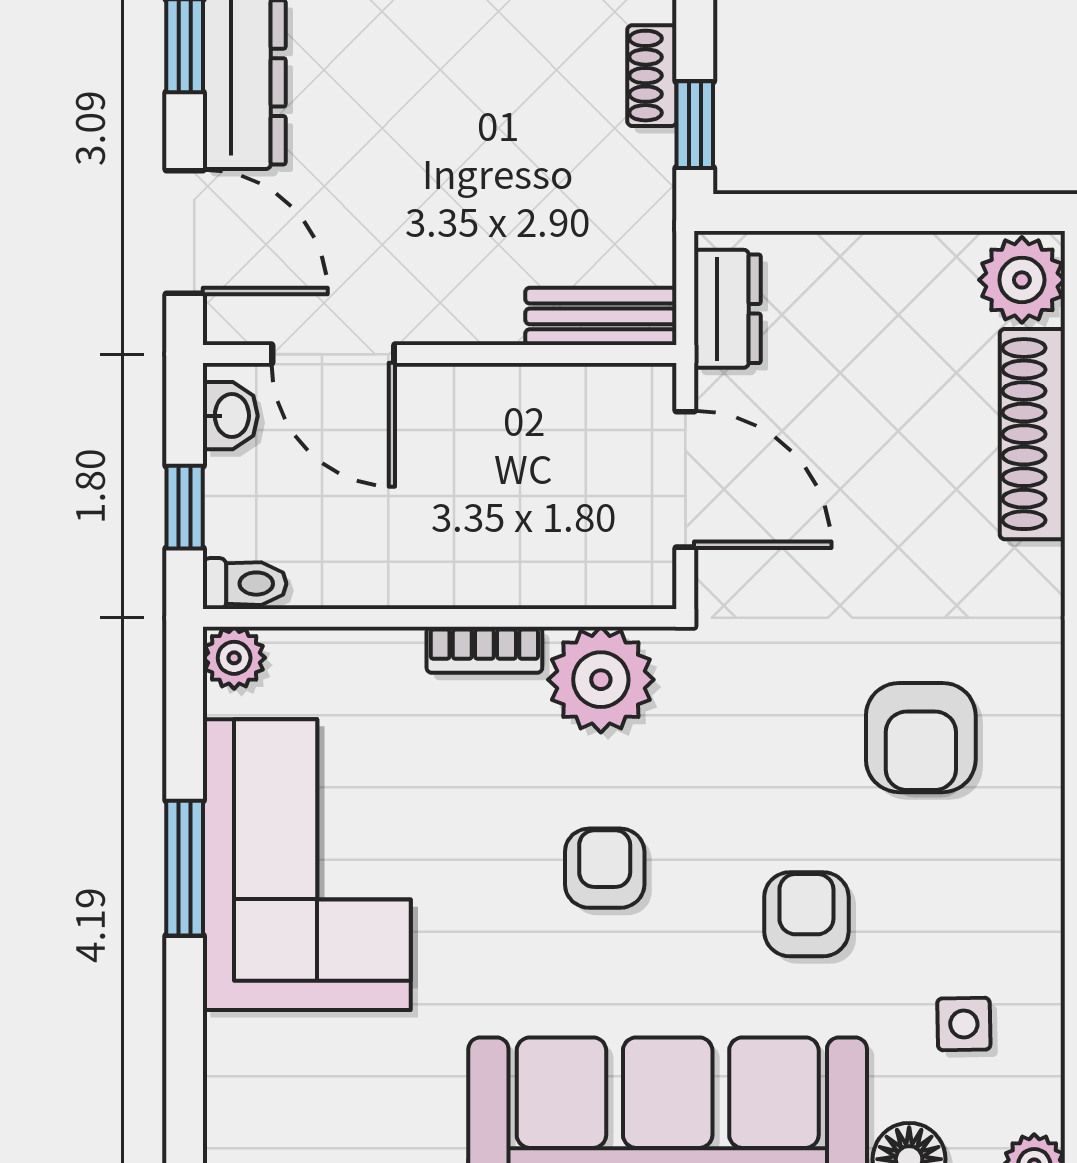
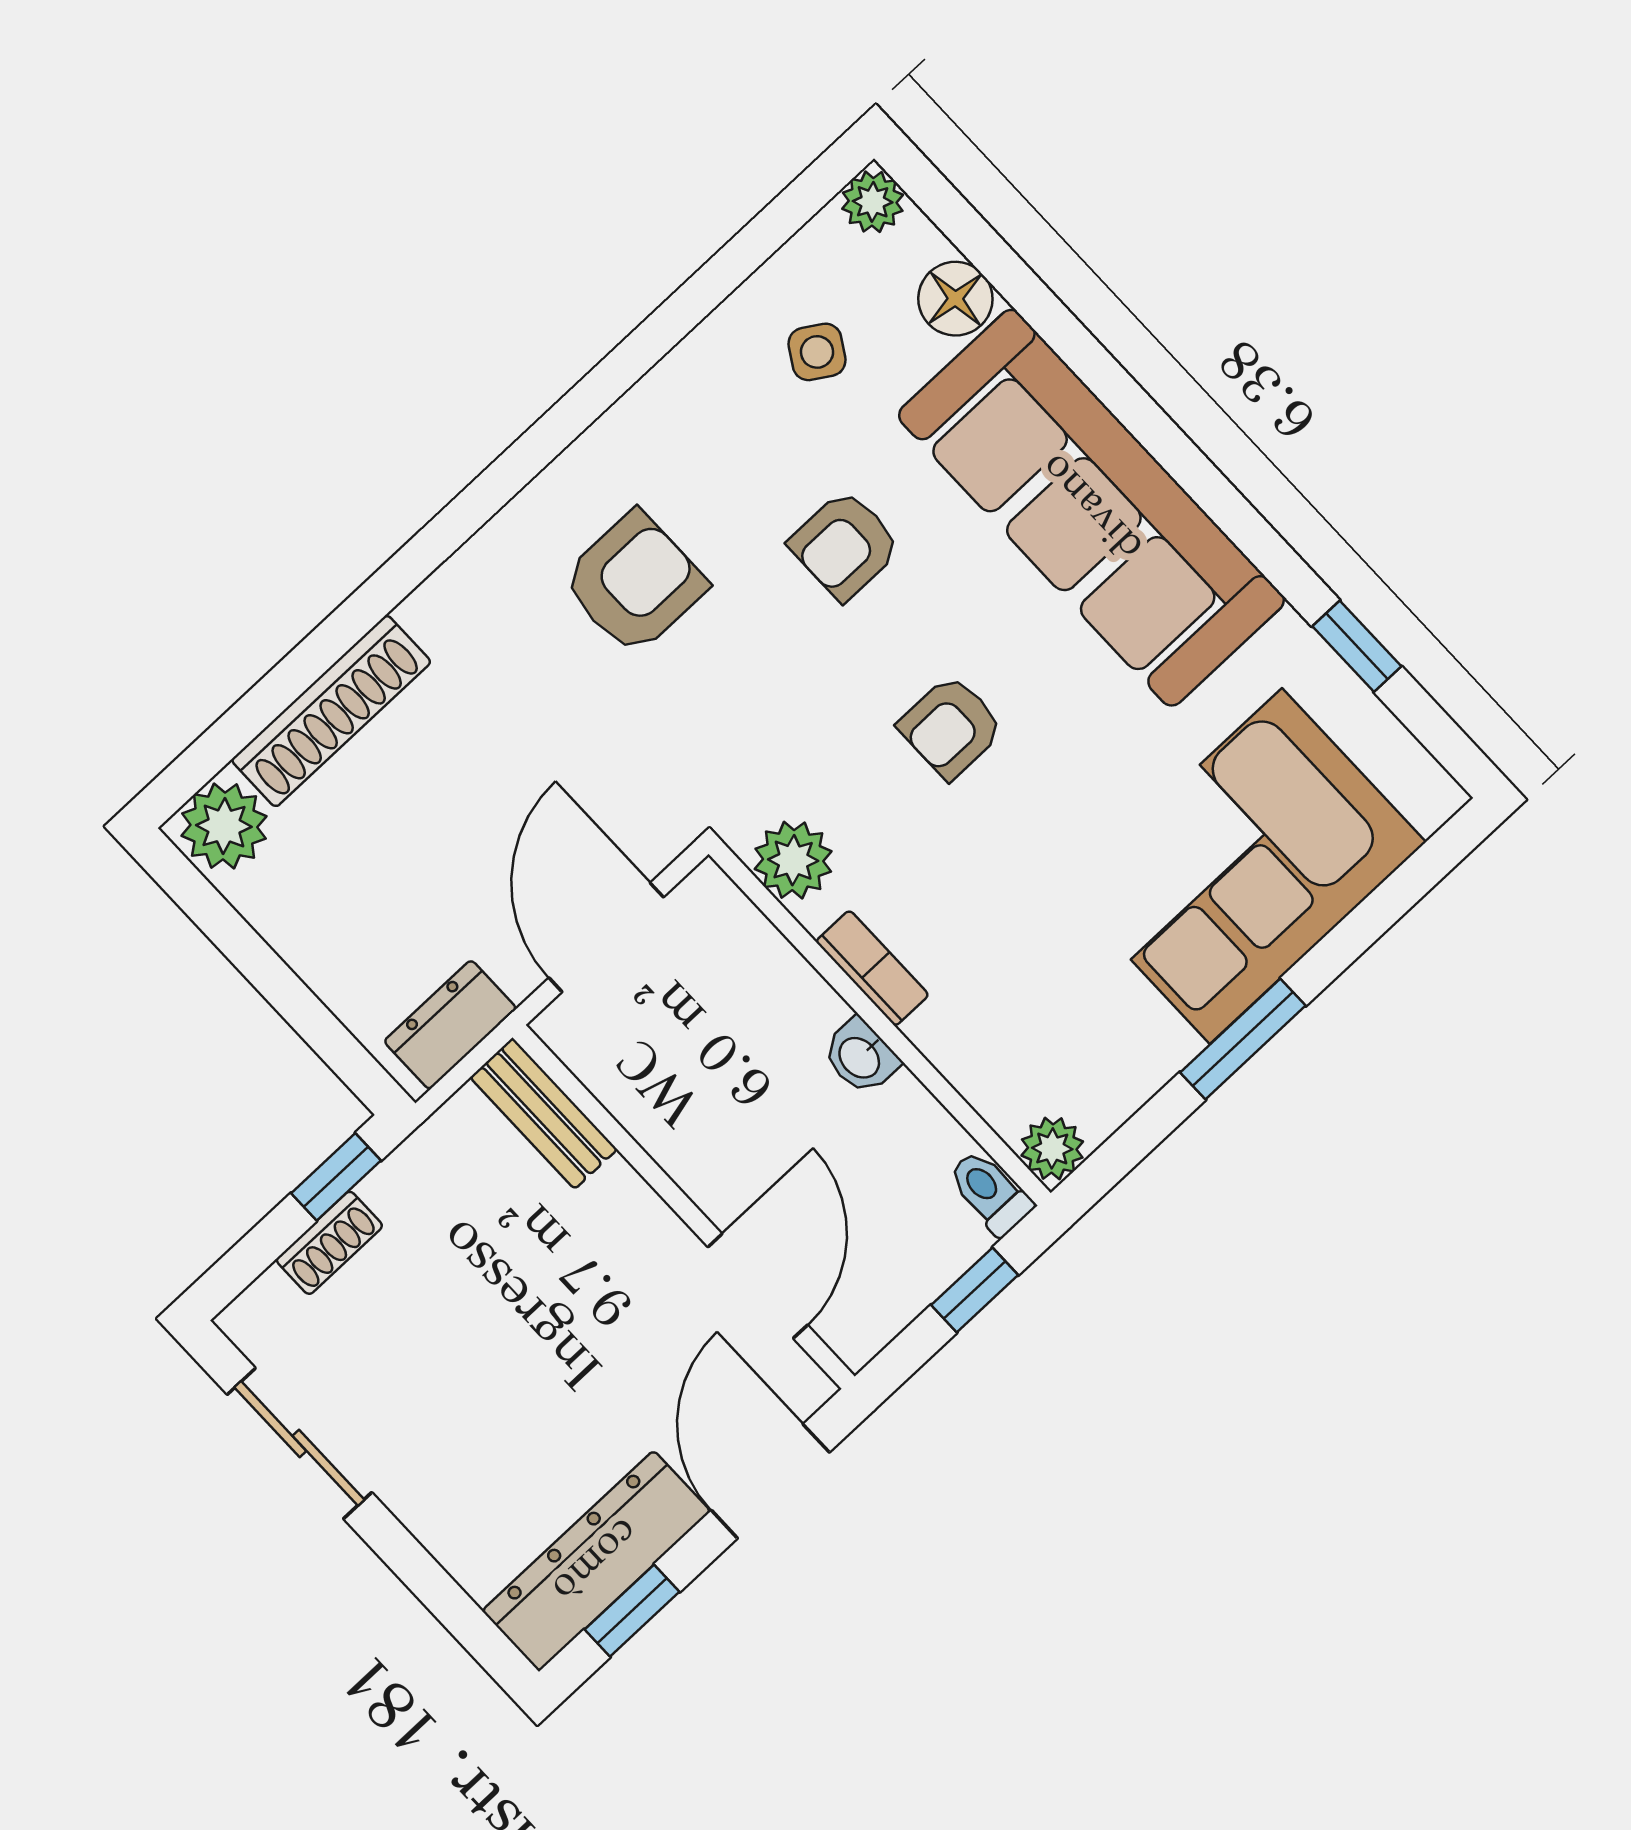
washbasin: (230, 416) -> (860, 1057), moved, turned -90
plant: (601, 680) -> (793, 860), width x0.73, depth x0.73
corner sofa: (307, 865) -> (1246, 866), moved
side table: (964, 1024) -> (817, 352), turned 33

